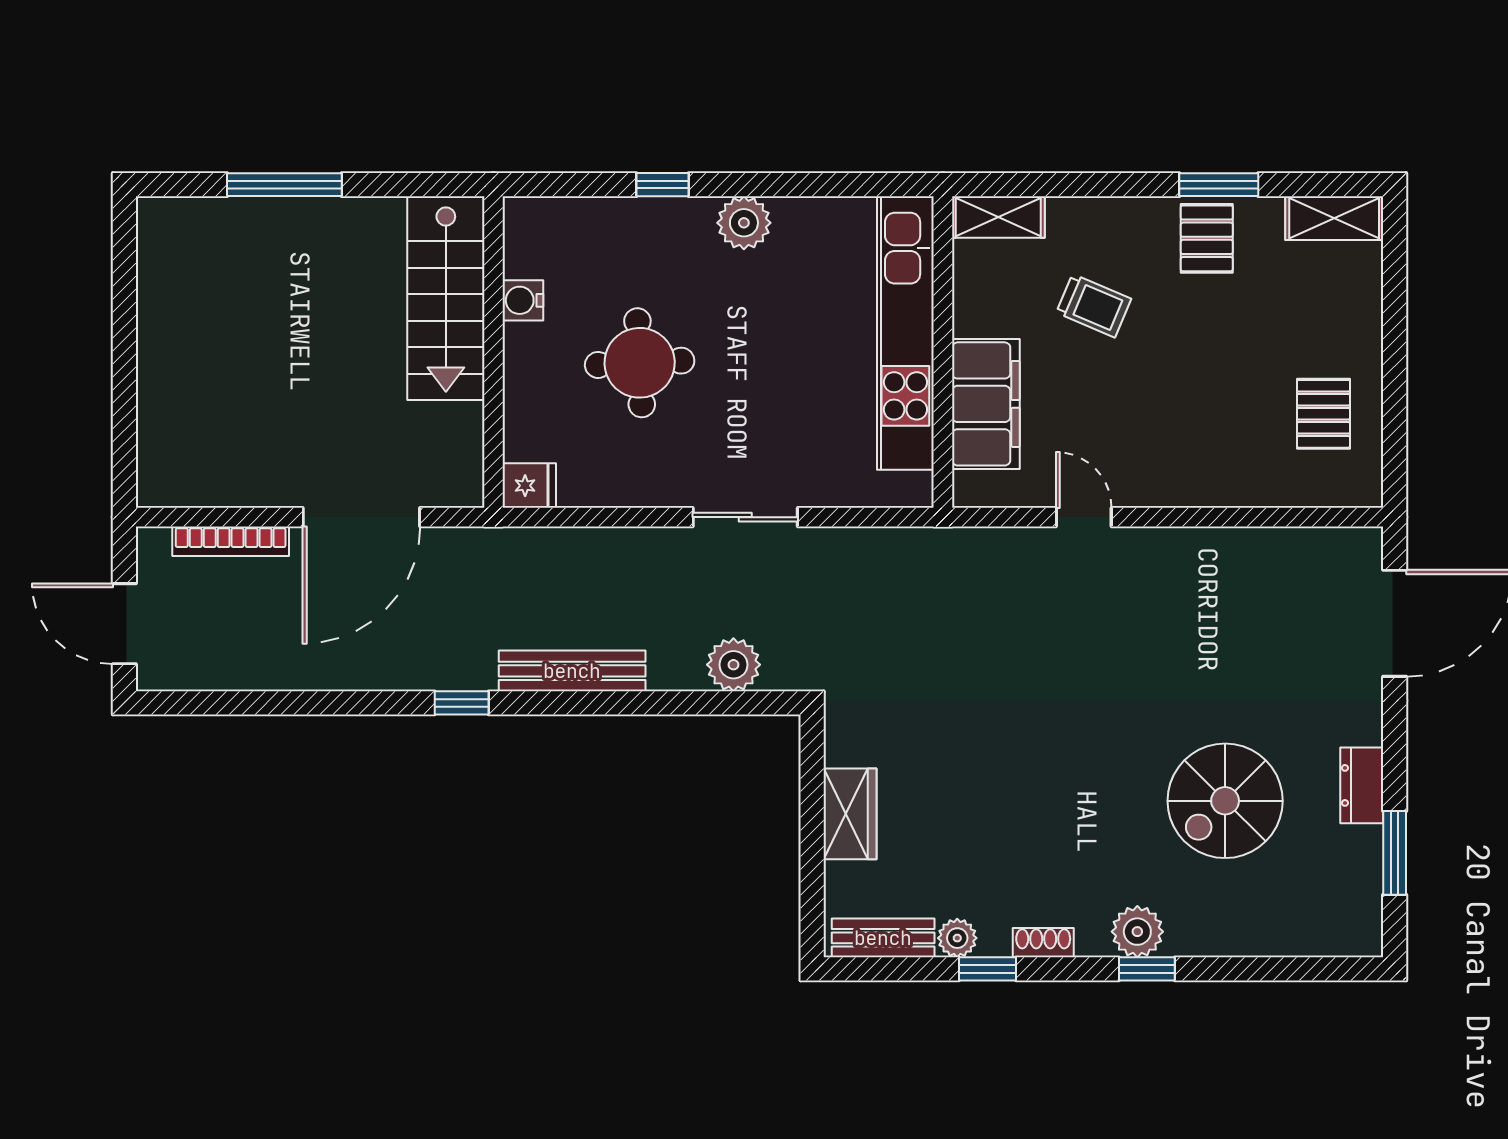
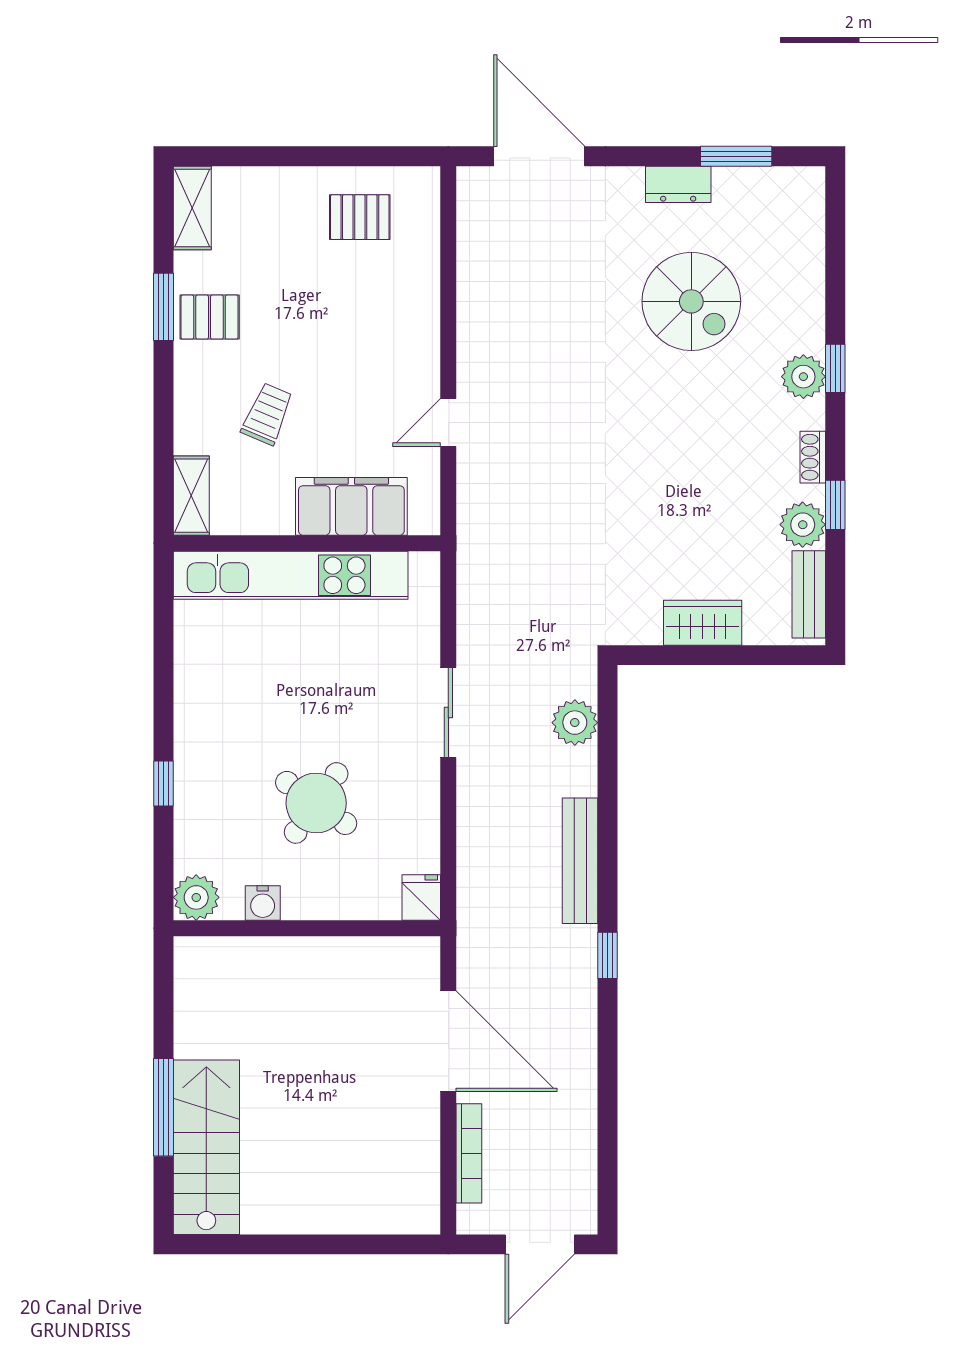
plant: (744, 223) -> (196, 897), moved
stairs: (446, 298) -> (206, 1147), moved, turned -90
round table: (640, 363) -> (316, 803), turned 38
plant: (957, 938) -> (803, 525), width x1.38, depth x1.38

